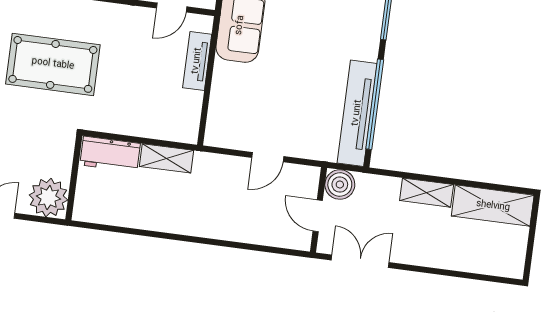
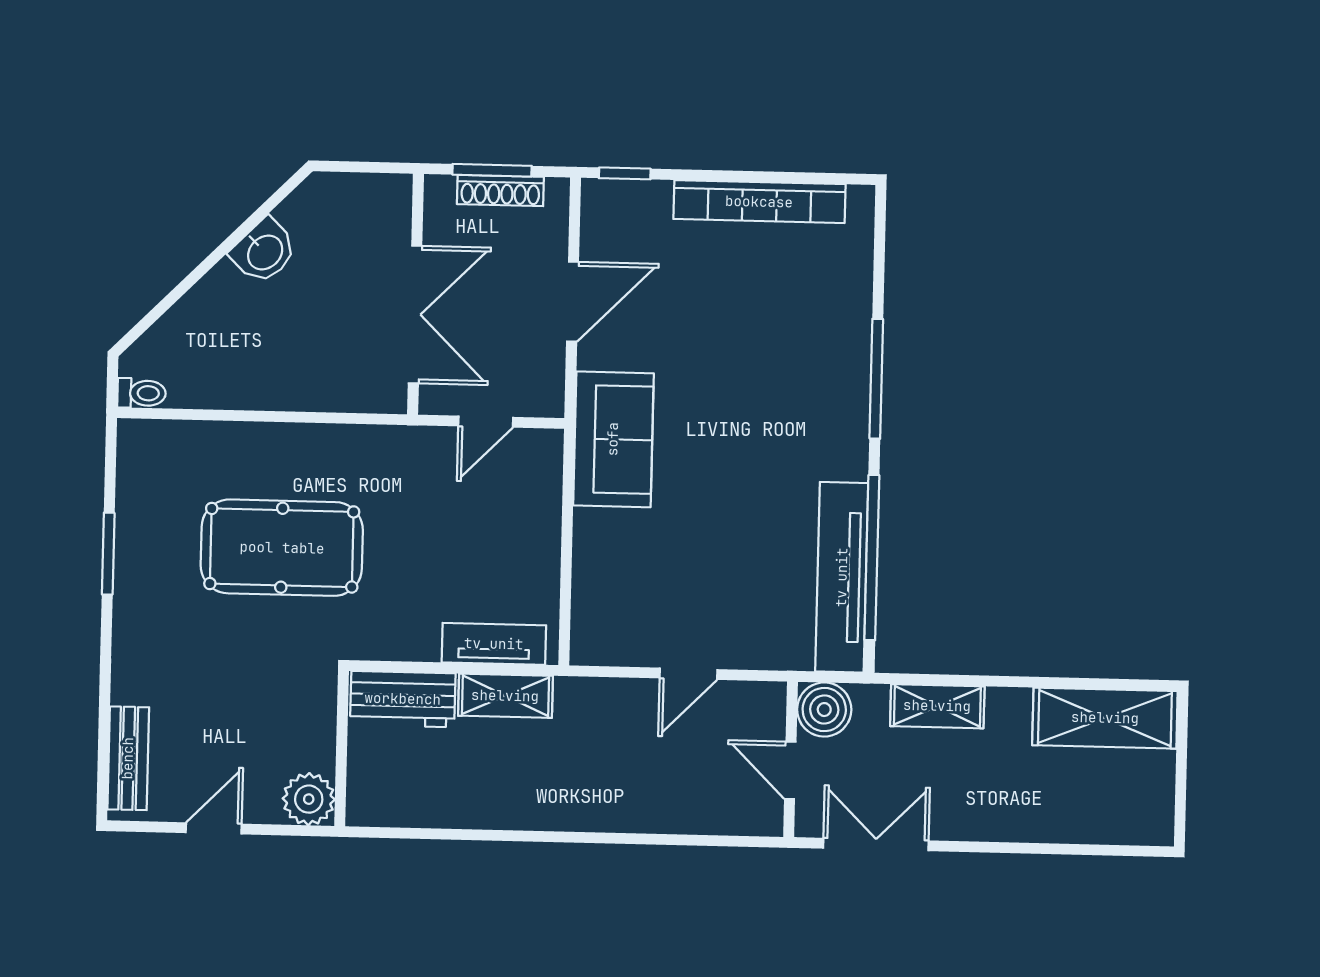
tv unit: (197, 61) -> (494, 644), moved, turned 90
shelving: (427, 193) -> (937, 706), moved
plant: (48, 197) -> (309, 799), width x0.73, depth x0.73

